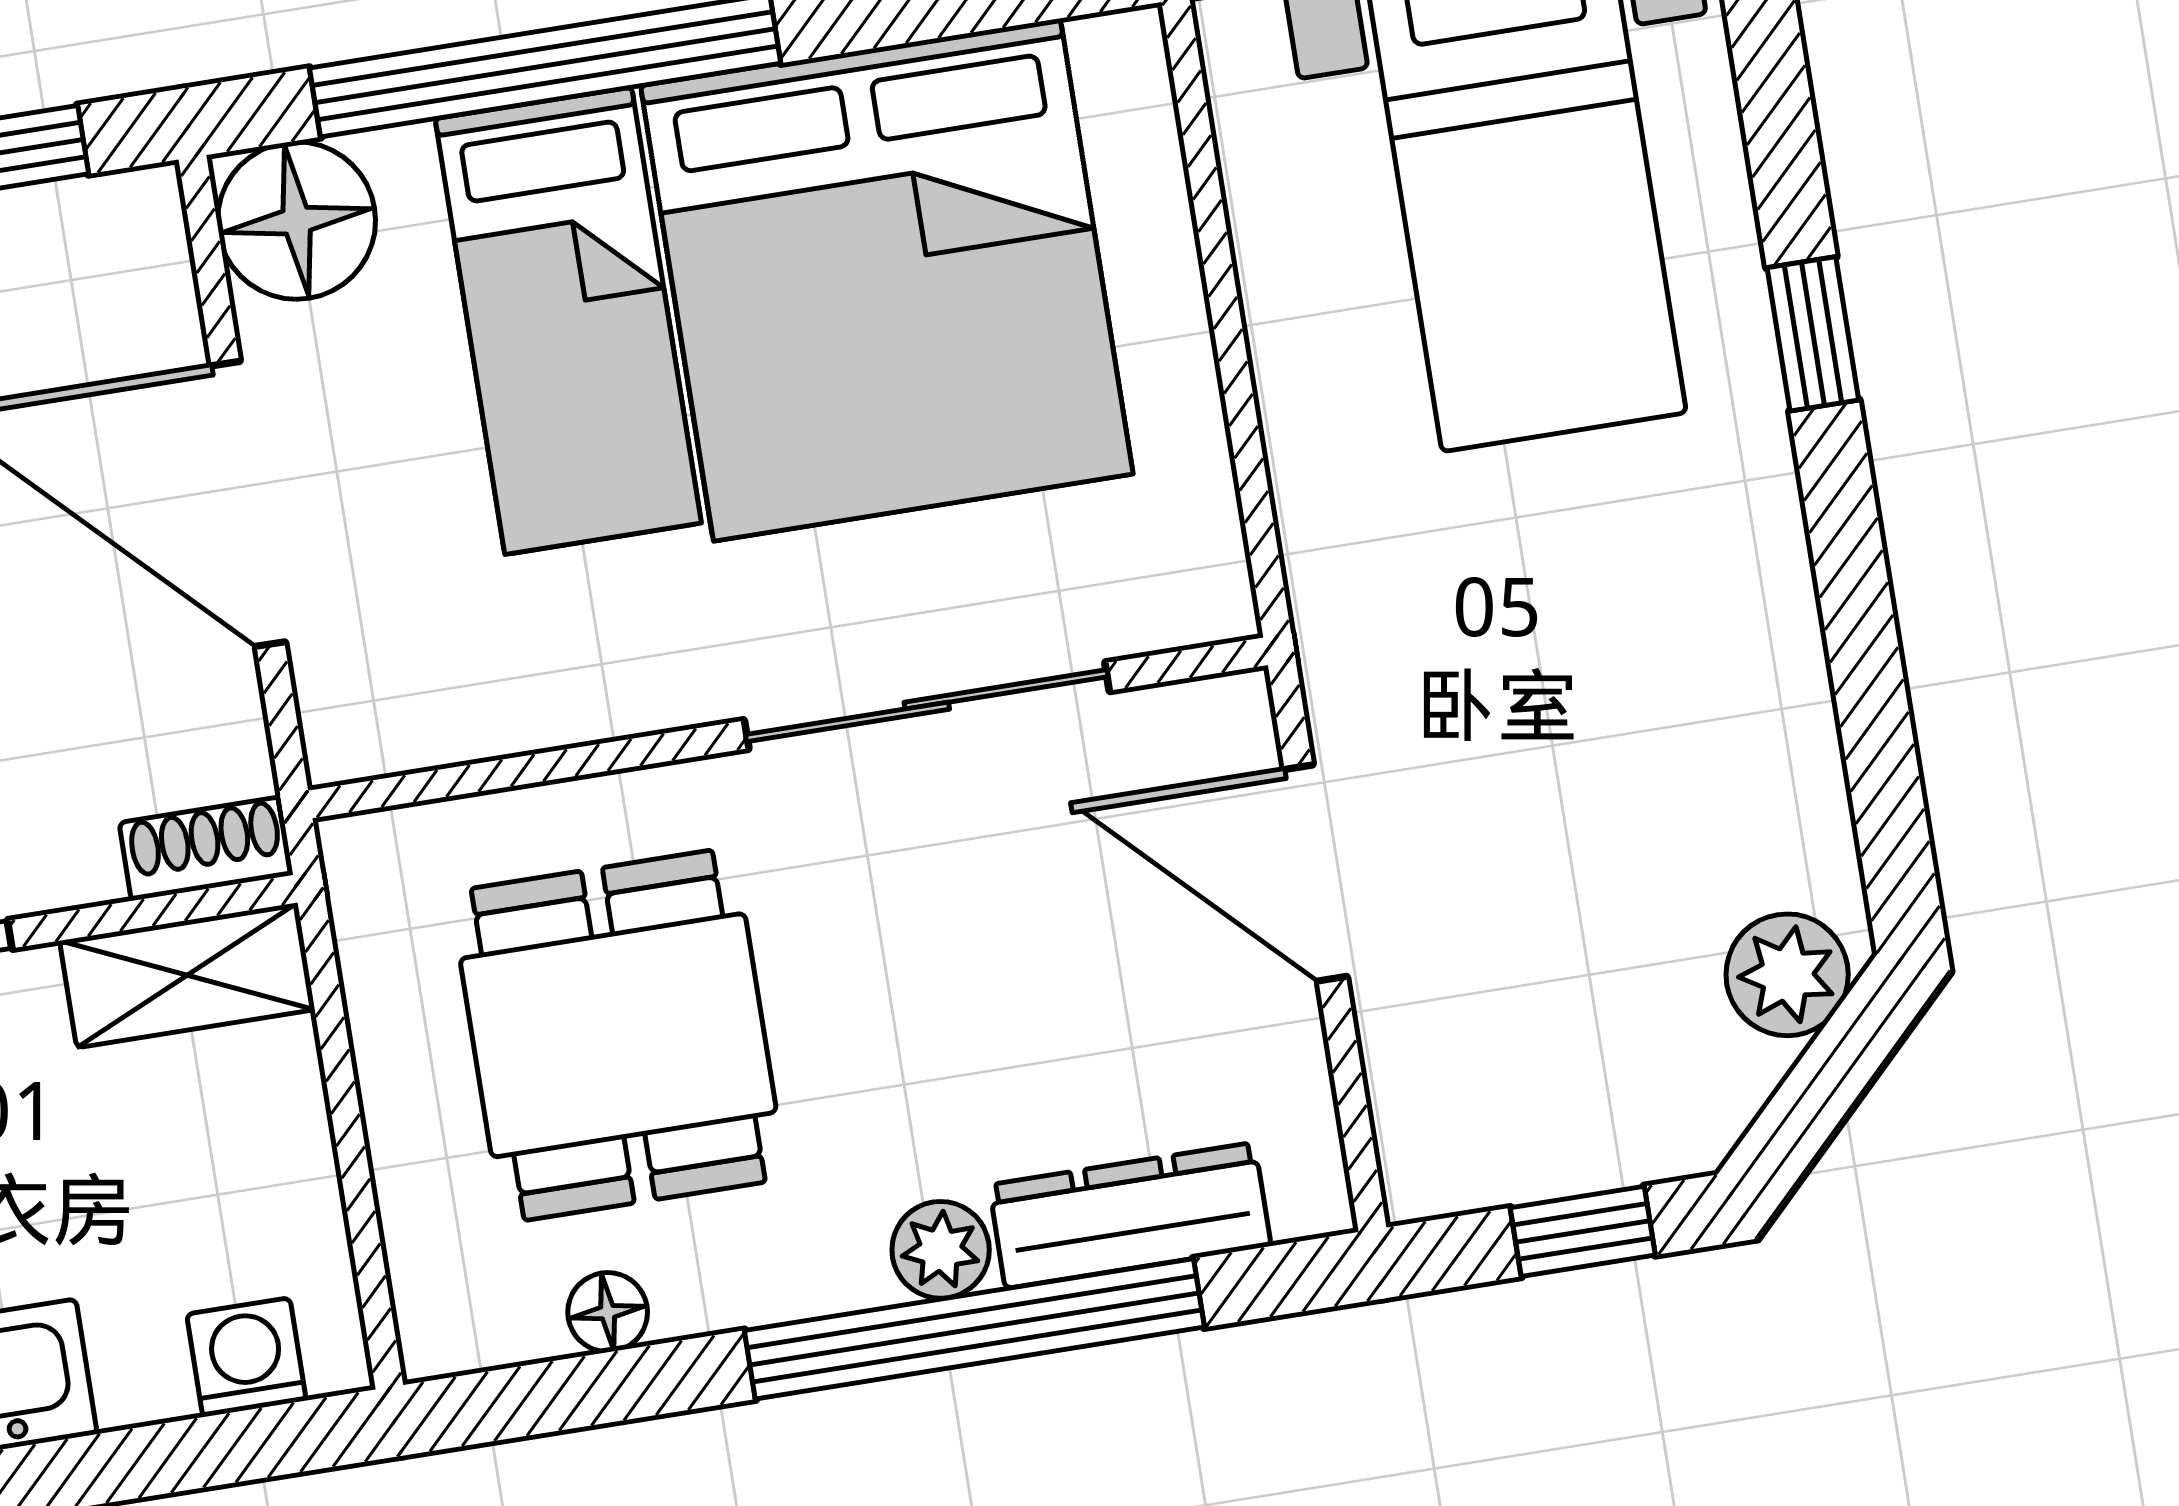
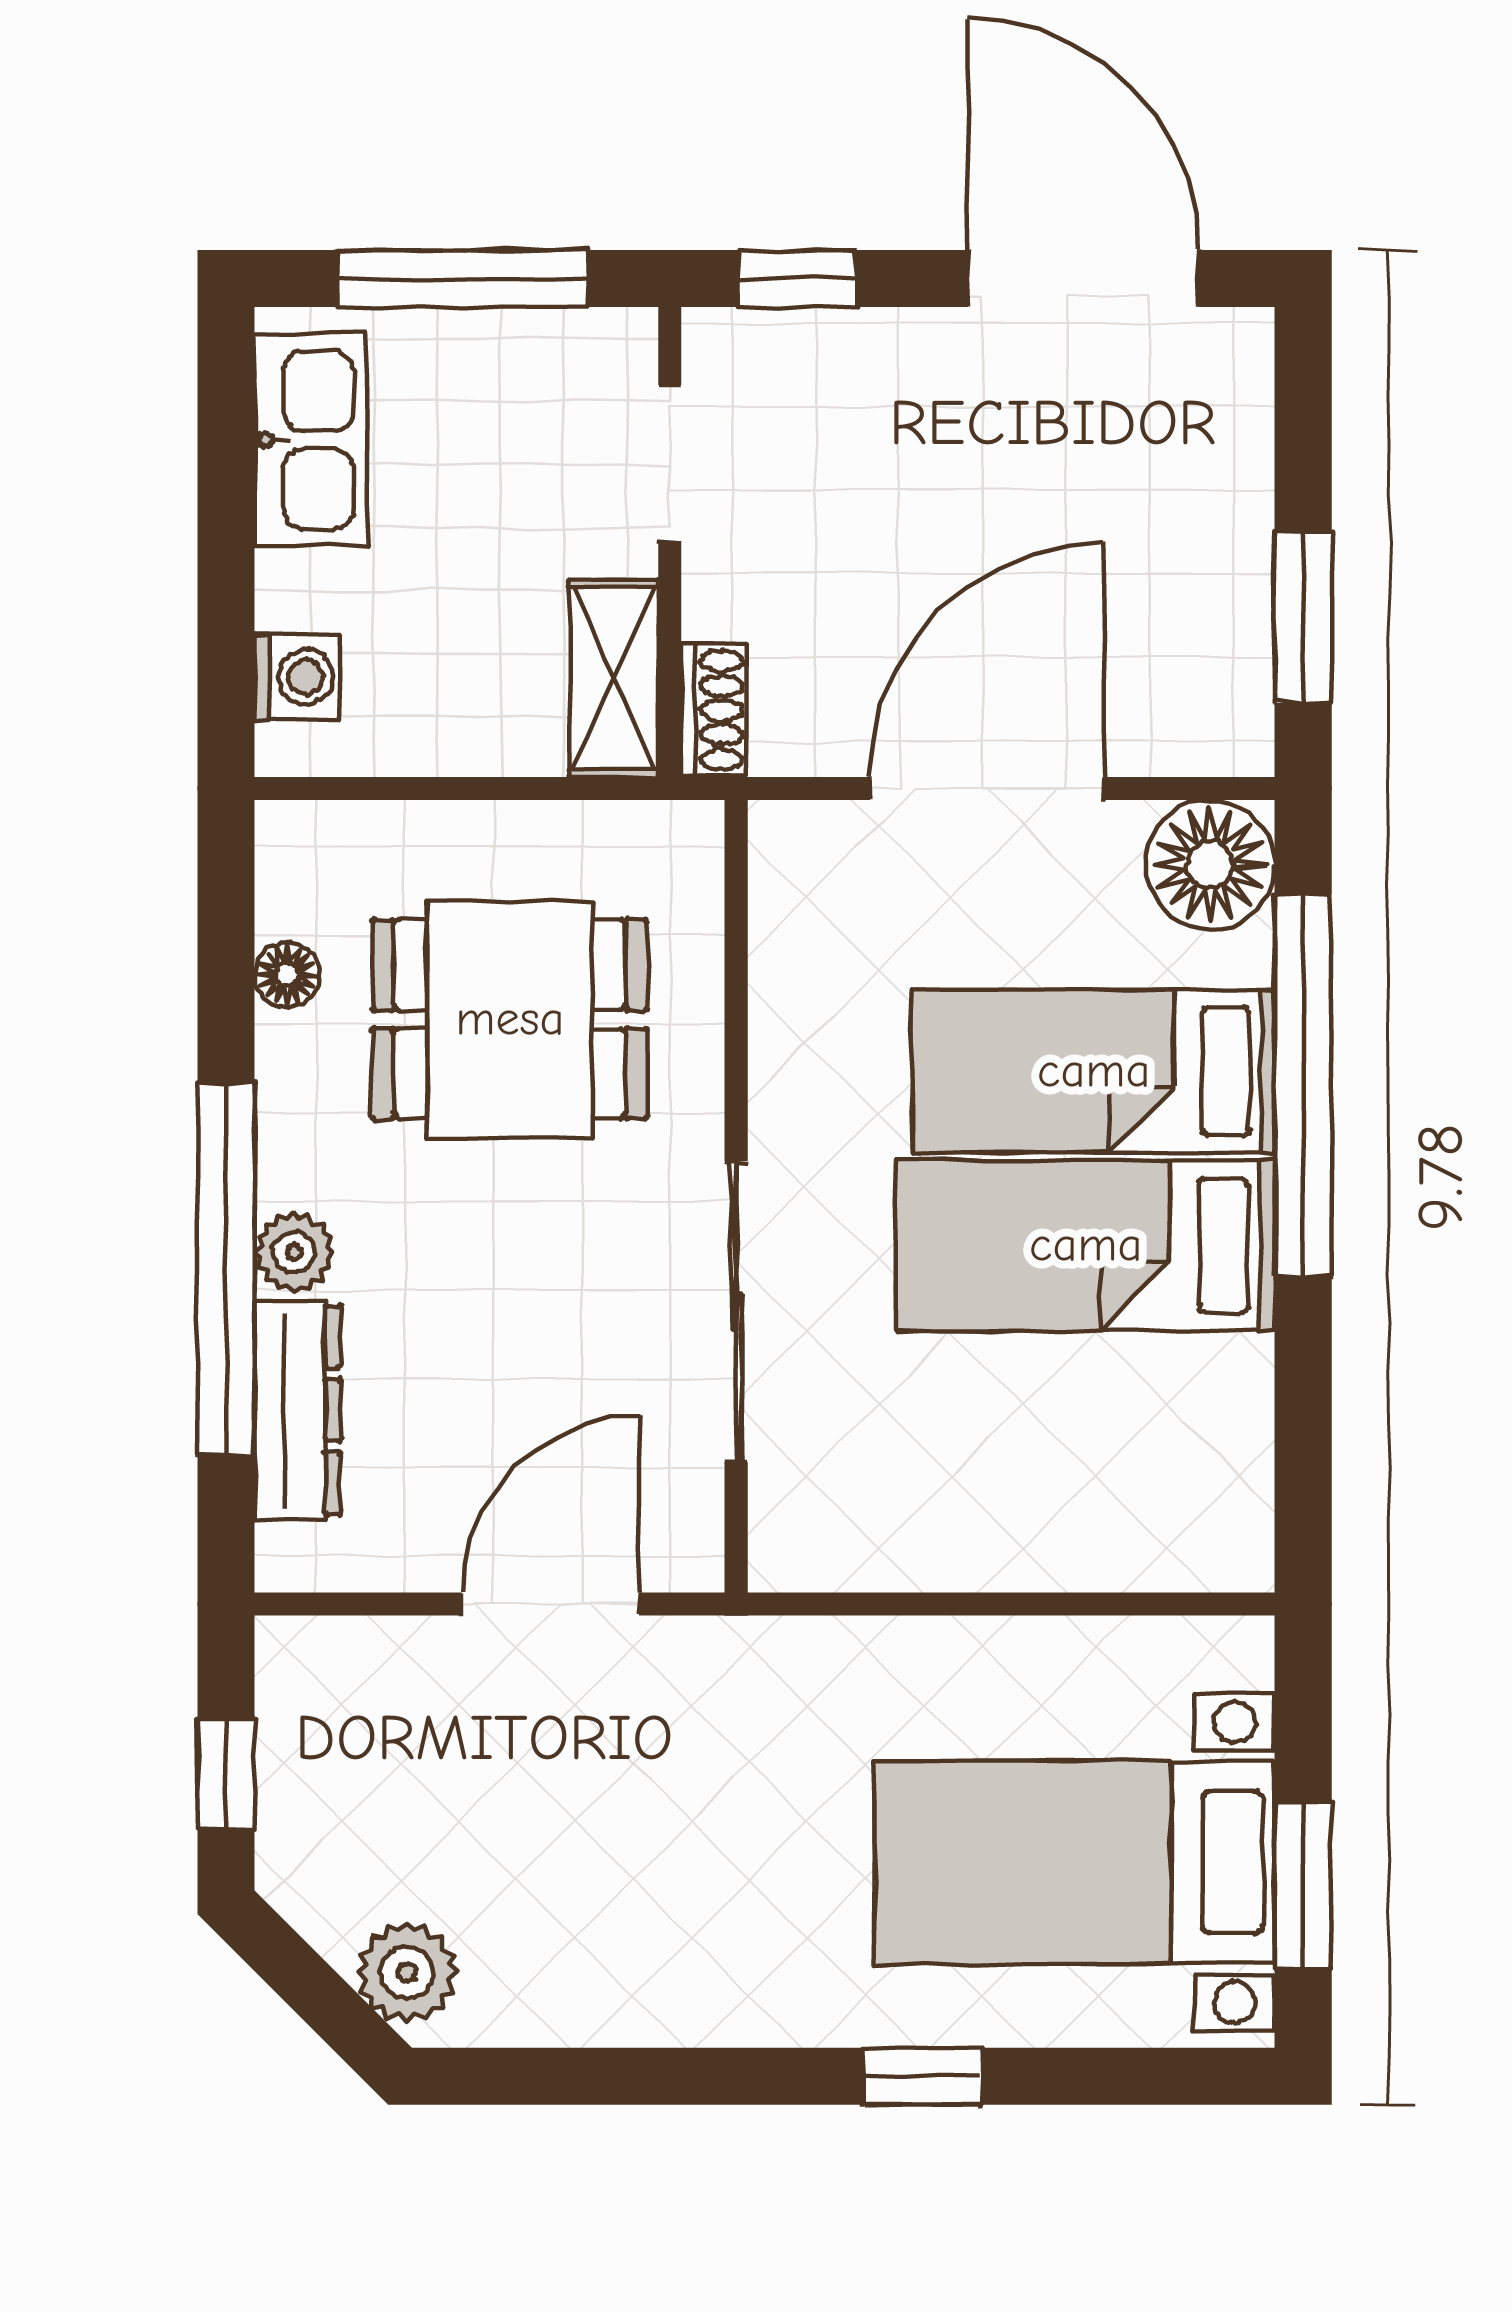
bed: (887, 280) -> (1086, 1245), width x0.49

